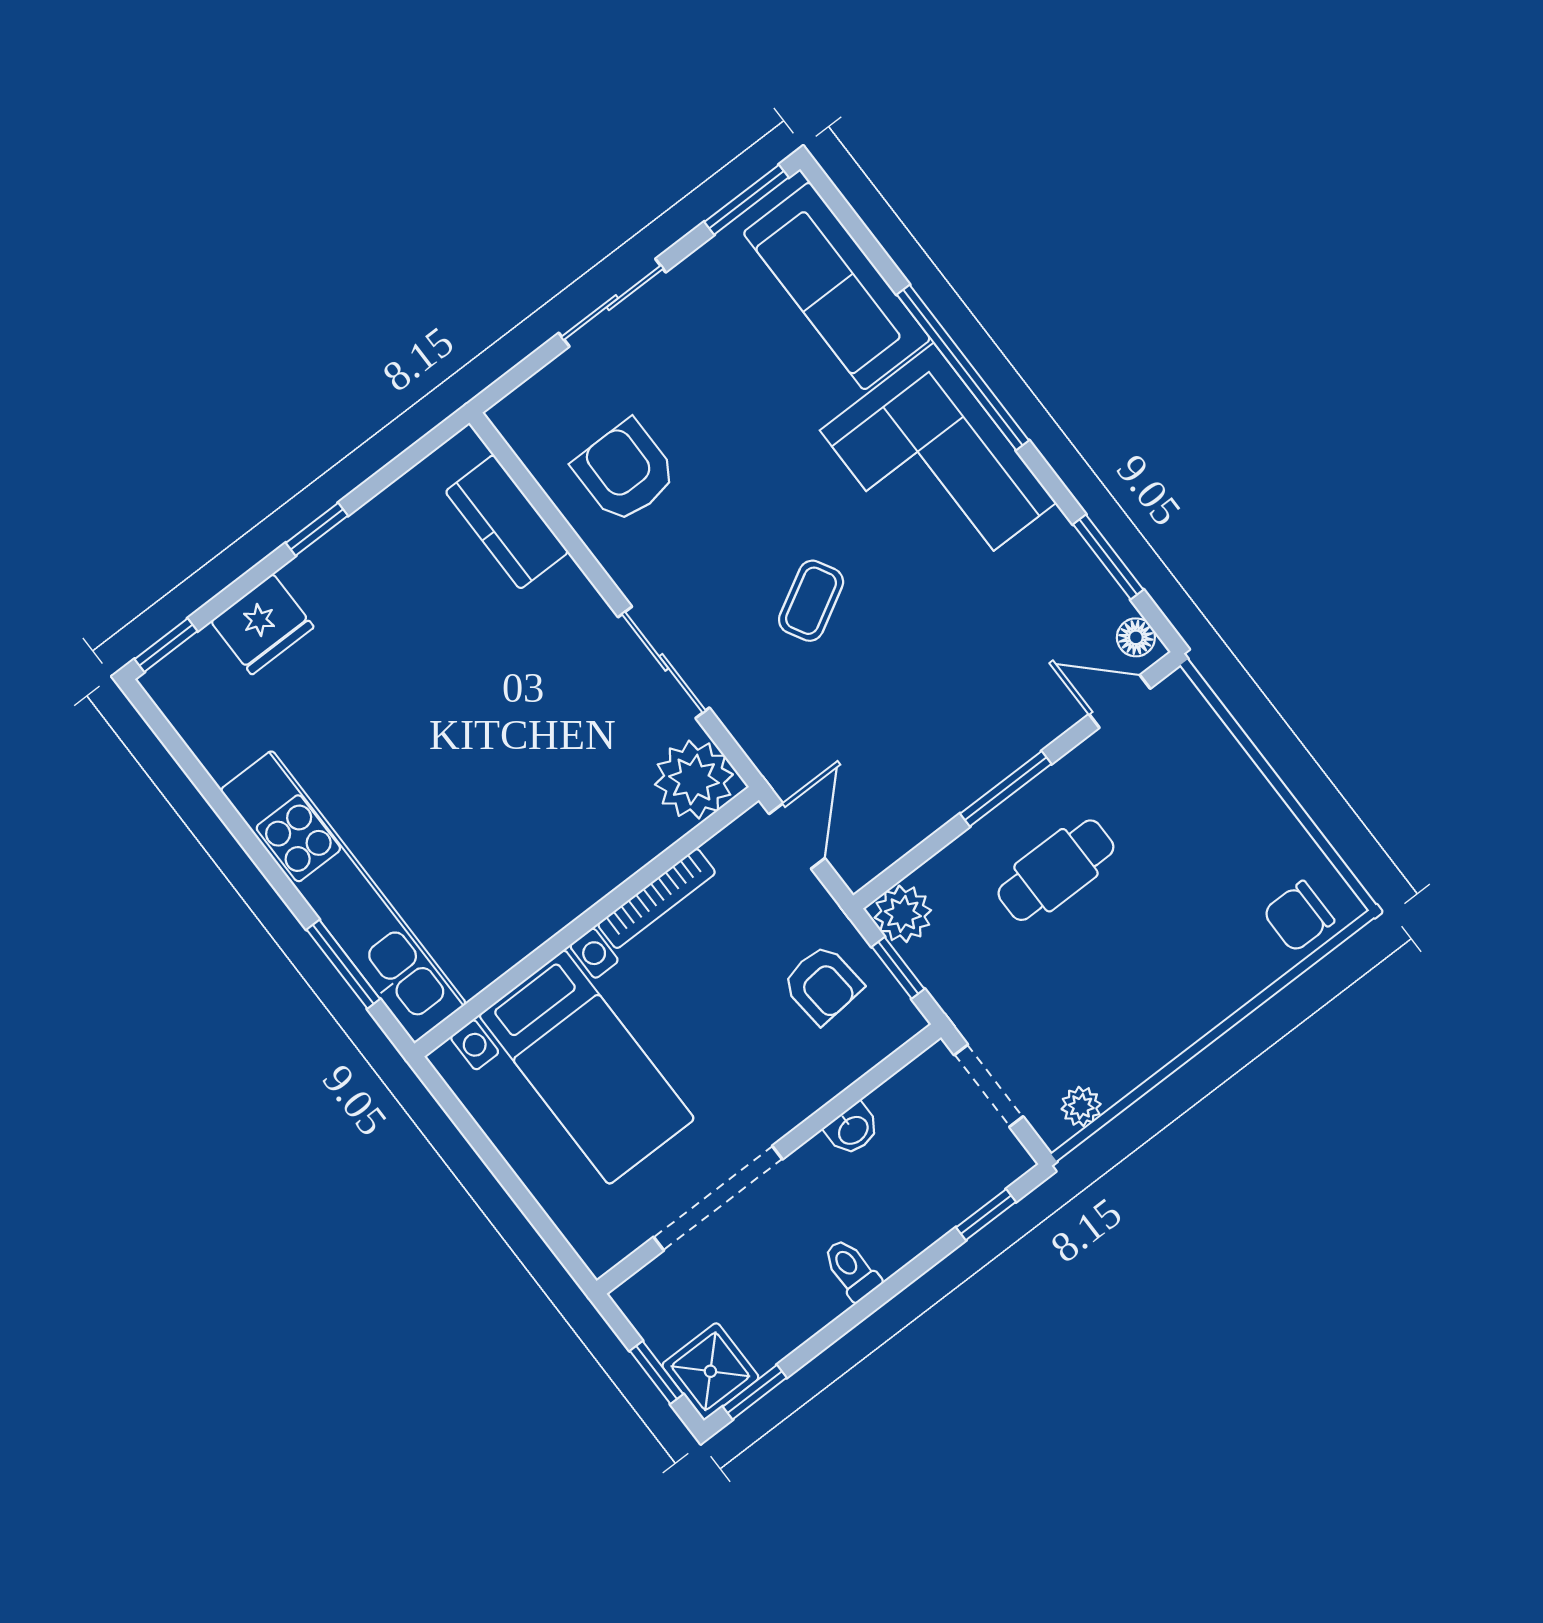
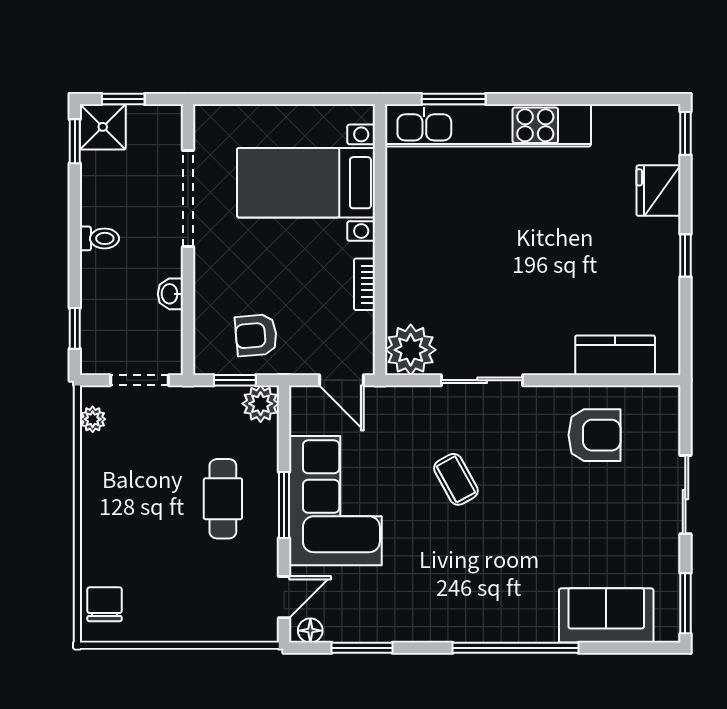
sofa: (837, 286) -> (606, 615), width x0.73
corner sofa: (938, 467) -> (335, 501), moved, turned 90
bookcase: (657, 899) -> (365, 284), width x0.64

